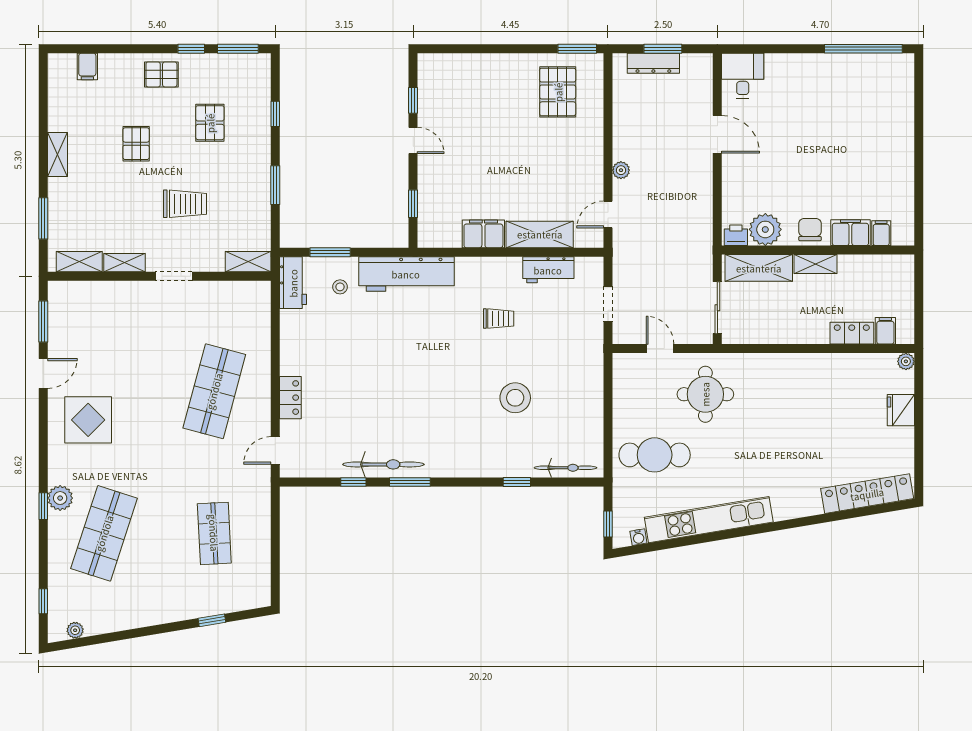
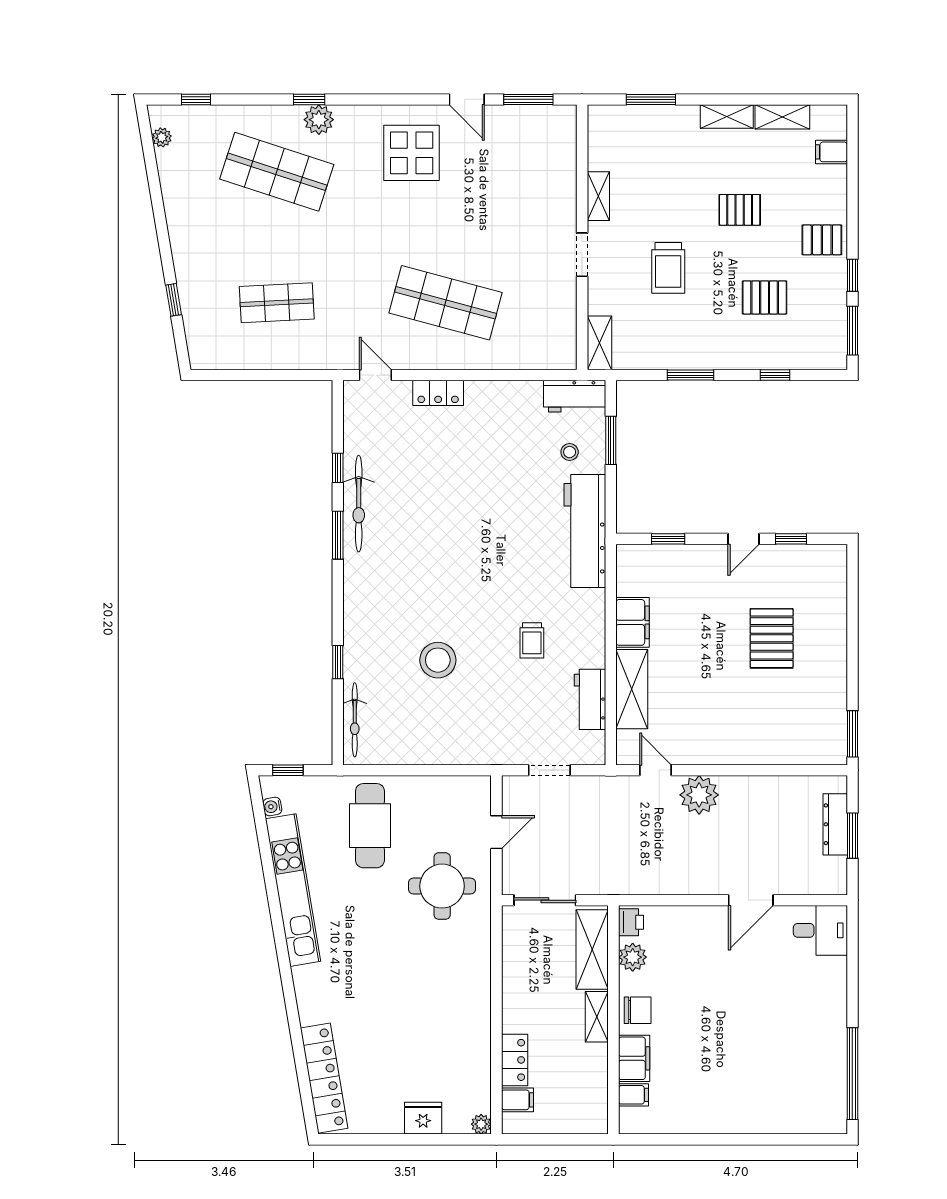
pallet: (161, 74) -> (822, 240), turned 90
pallet: (558, 92) -> (772, 638), moved, turned 90
plant: (621, 170) -> (699, 795), width x1.88, depth x1.88
plant: (765, 229) -> (633, 957), width x0.73, depth x0.73
shelving: (79, 262) -> (782, 117), moved, turned 90

